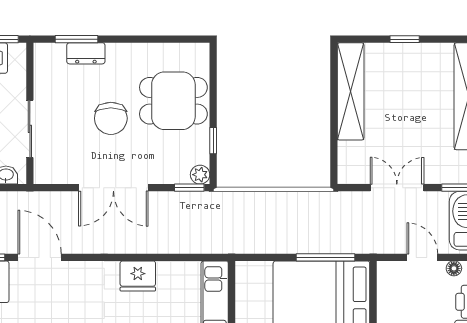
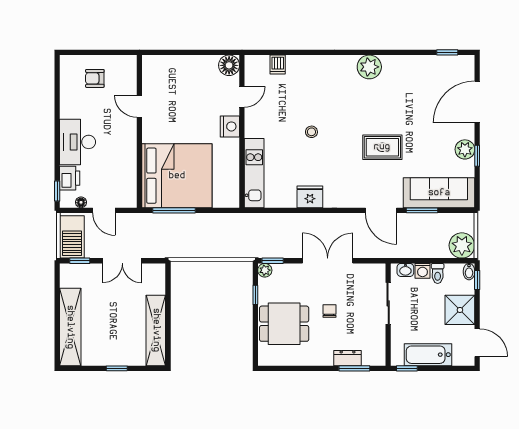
chair: (111, 118) -> (329, 311), width x0.54, depth x0.54

